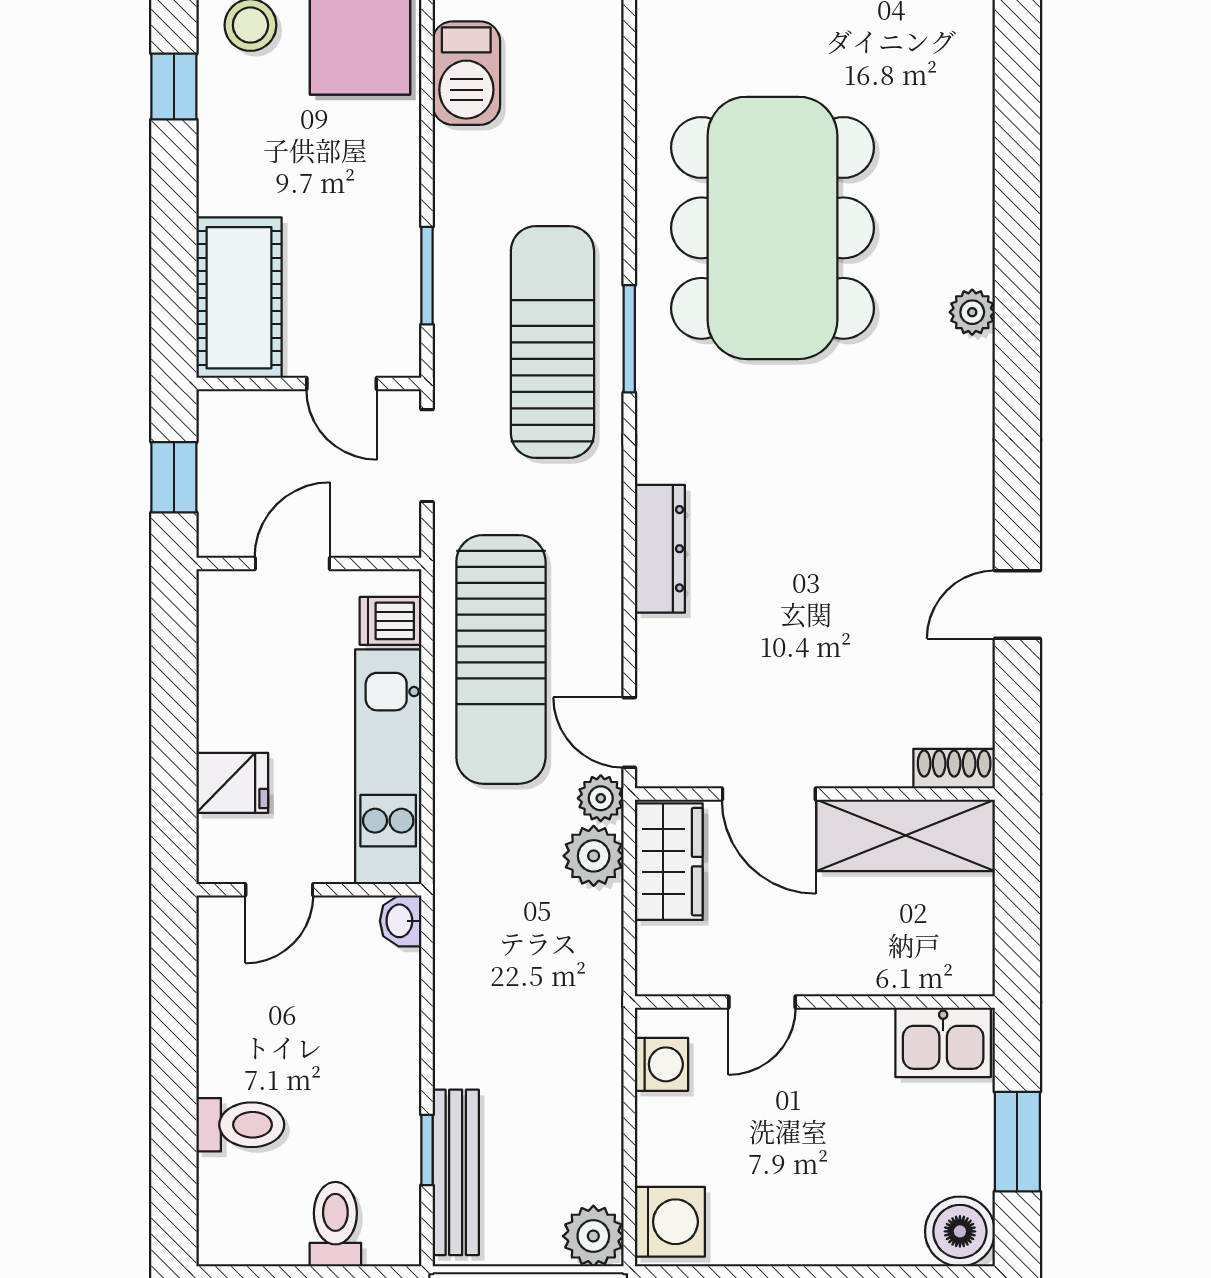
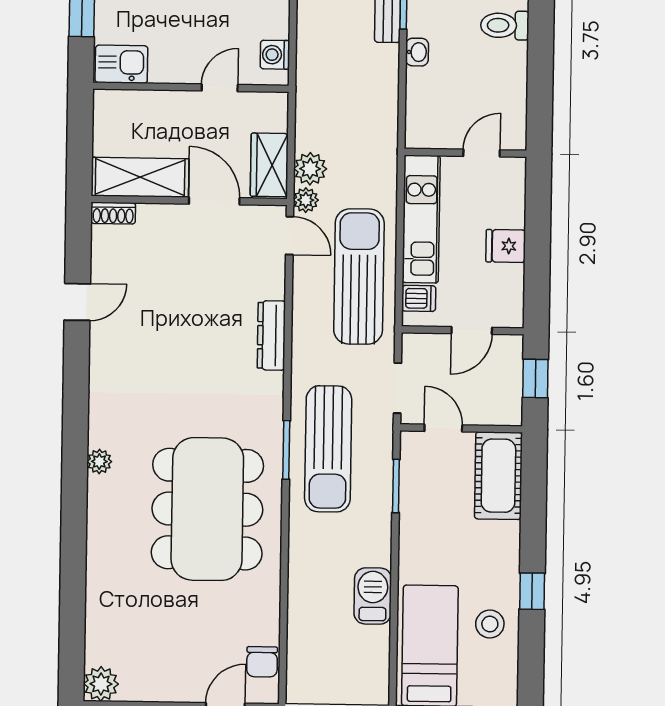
fridge: (232, 783) -> (506, 246), moved
washbasin: (401, 921) -> (417, 52), moved

